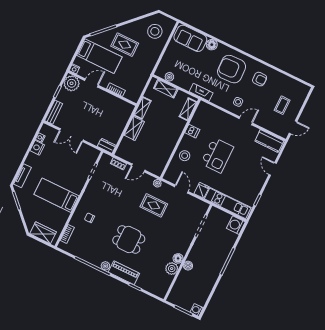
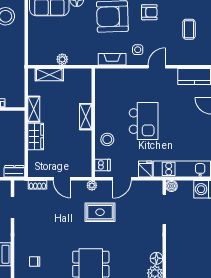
plant: (169, 77) -> (62, 59), moved
fireplace: (201, 92) -> (112, 59), moved
shelving: (188, 109) -> (86, 117), moved
dishwasher: (192, 131) -> (102, 165), moved
door: (138, 168) -> (62, 179), hinge flipped
door: (181, 189) -> (122, 179), swing flipped
boiler: (188, 266) -> (171, 186), moved

